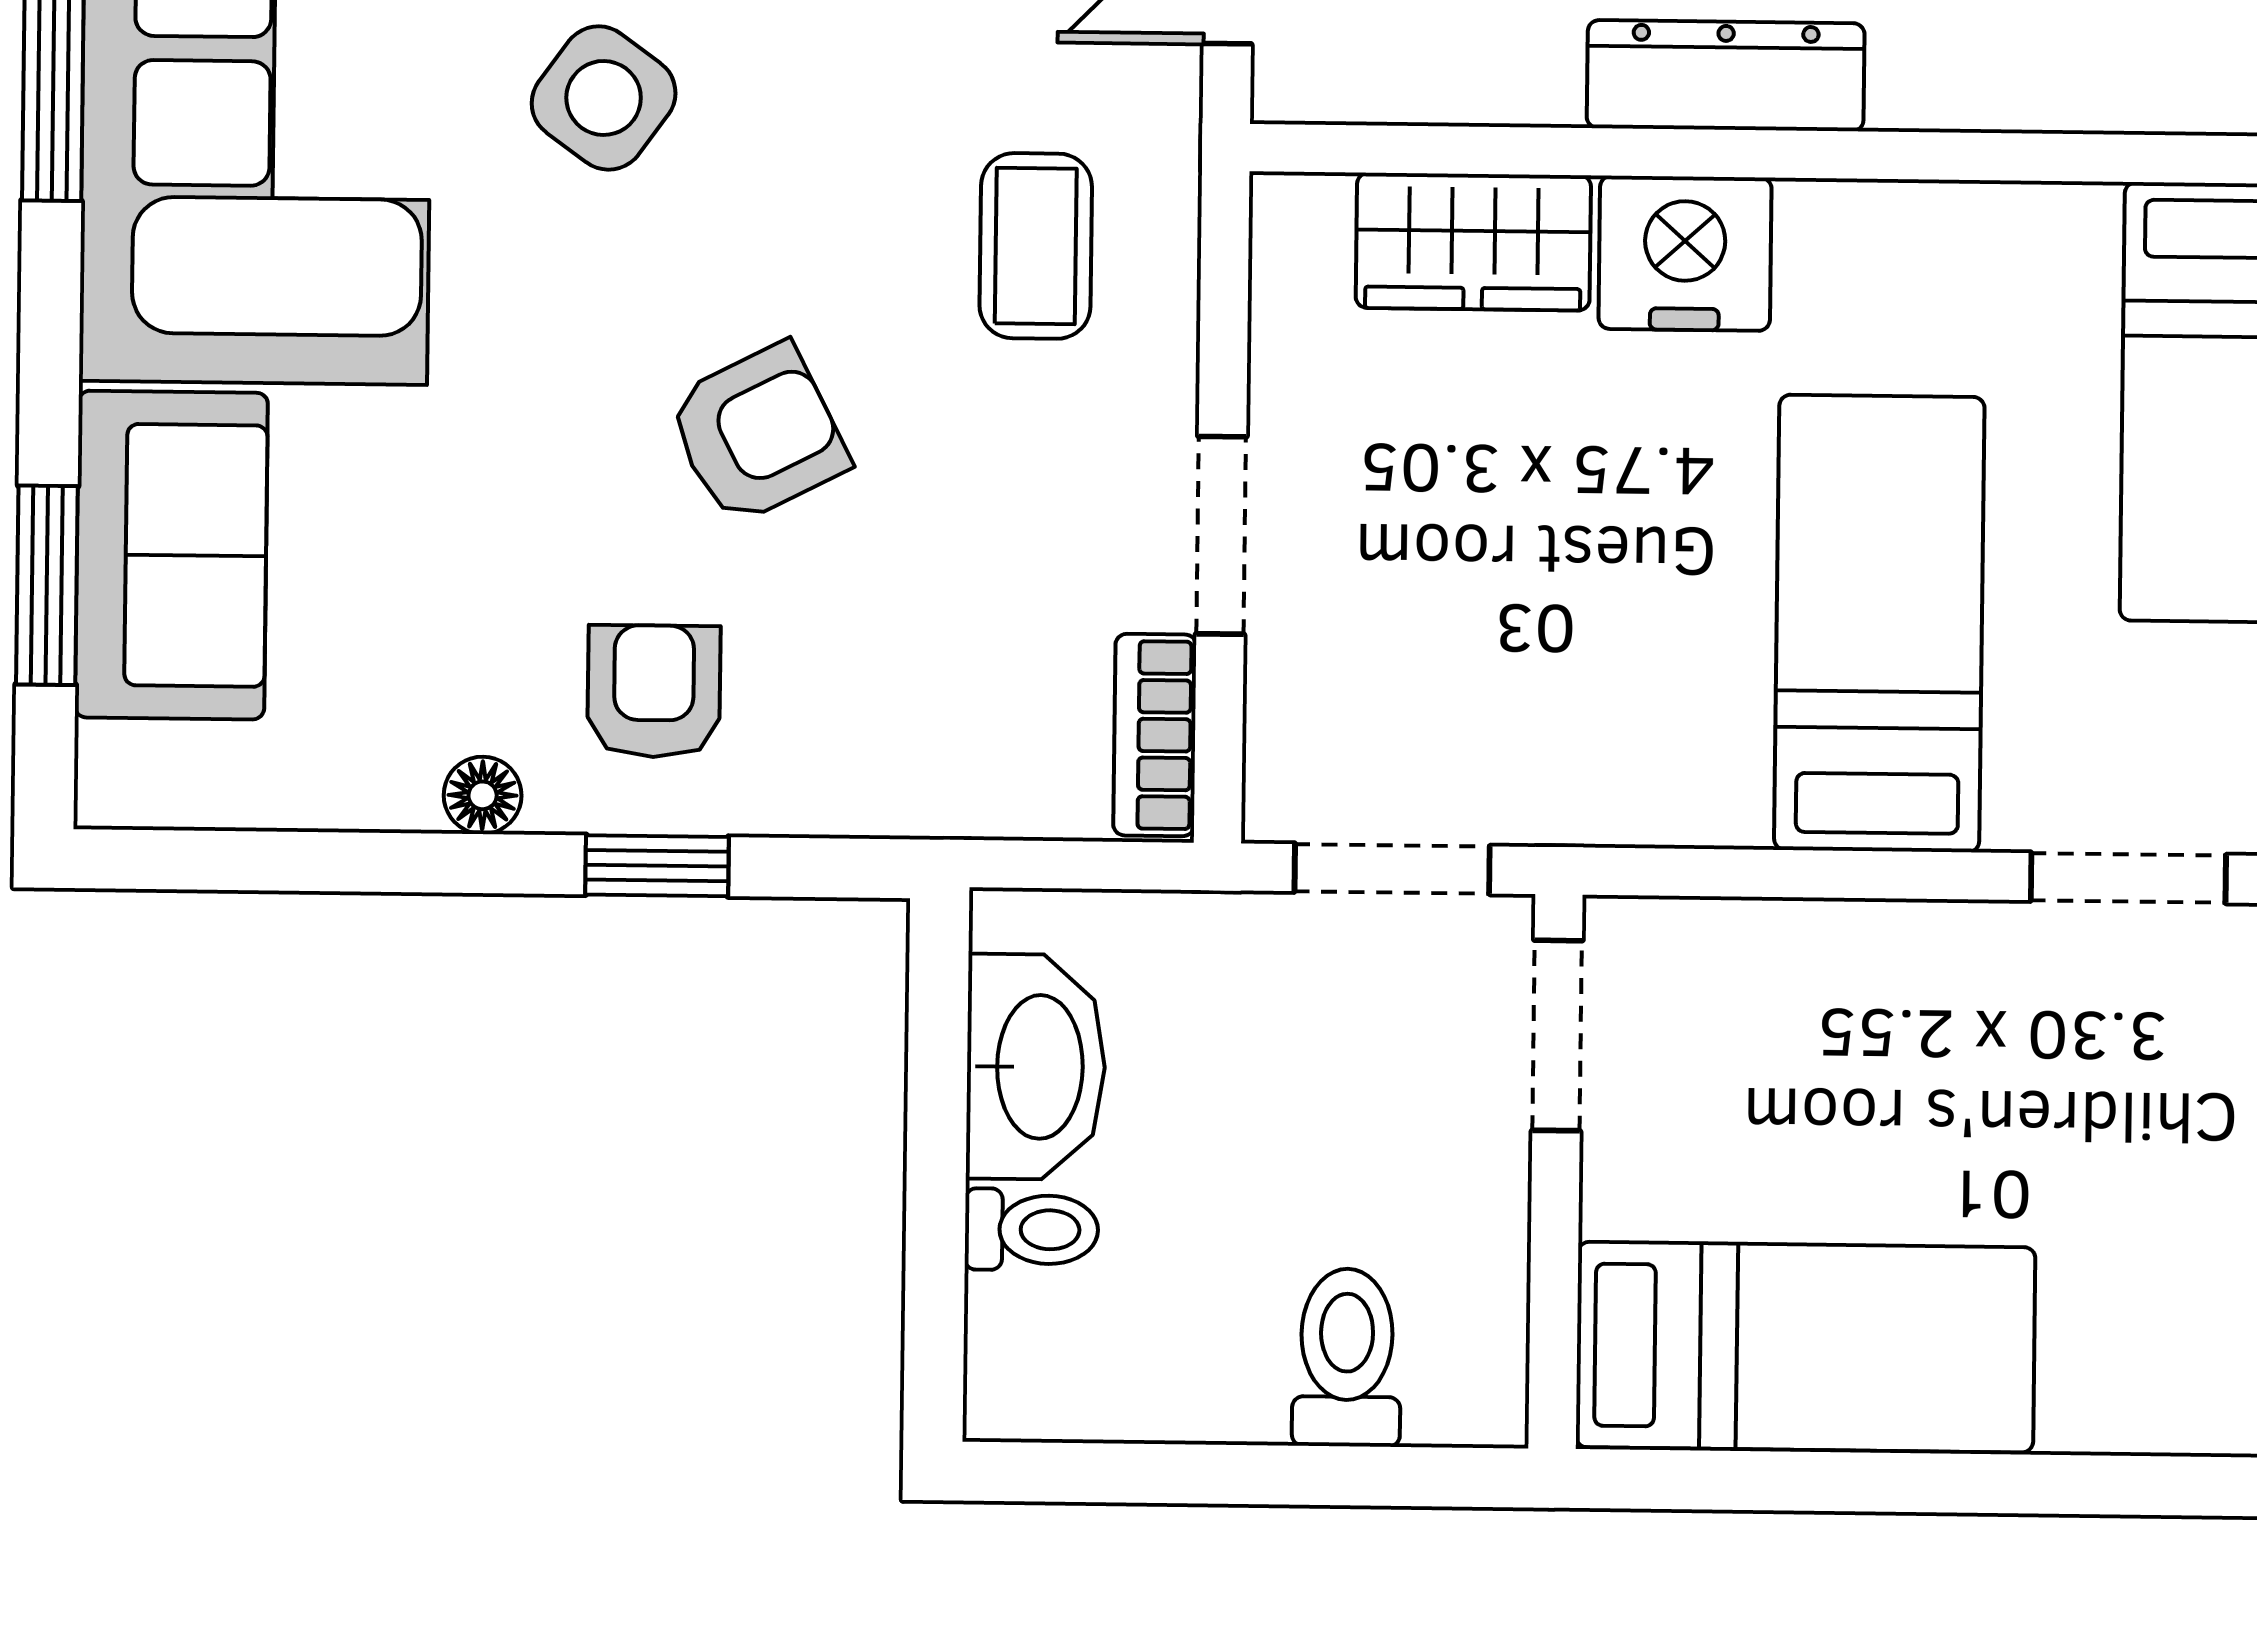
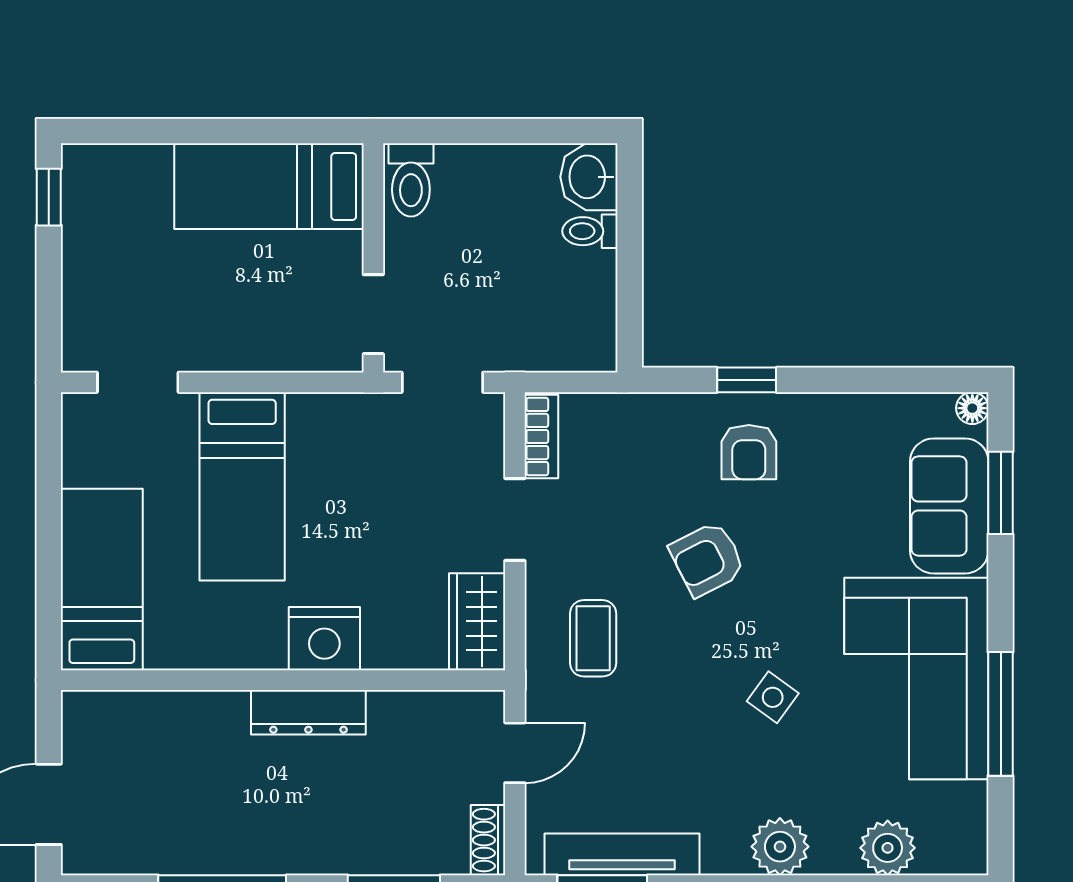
side table: (604, 98) -> (773, 697), width x0.73, depth x0.73
wardrobe: (1473, 242) -> (477, 621), moved, turned -90
floor lamp: (483, 795) -> (972, 408), moved
washbasin: (1036, 1067) -> (589, 177), moved, width x0.72
toilet: (1347, 1357) -> (411, 180), moved

